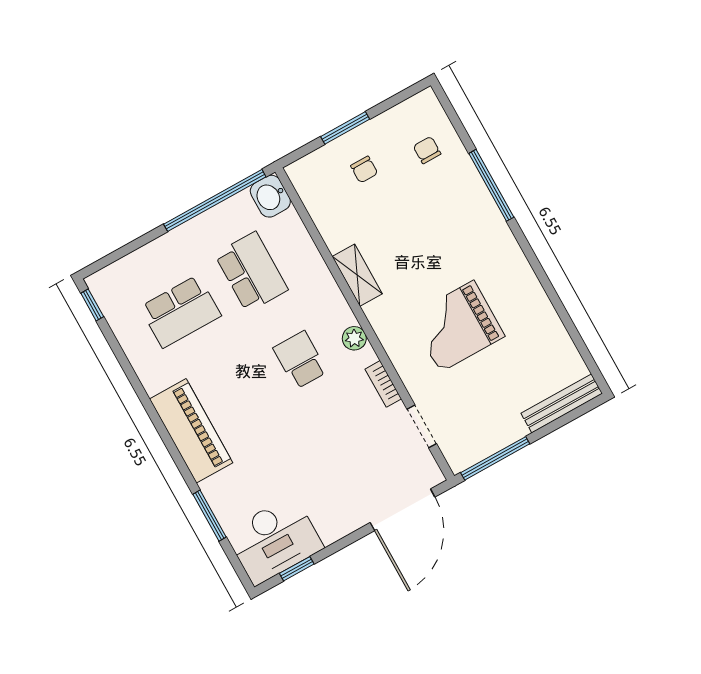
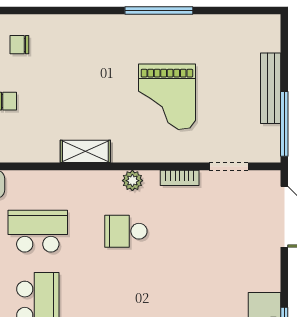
window: (491, 185) -> (159, 10), moved
bench: (562, 403) -> (271, 88), moved

